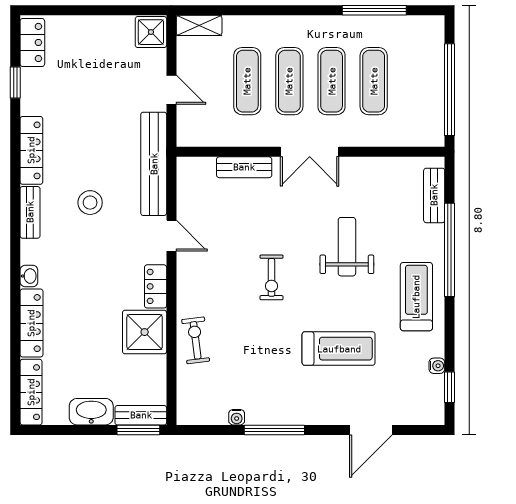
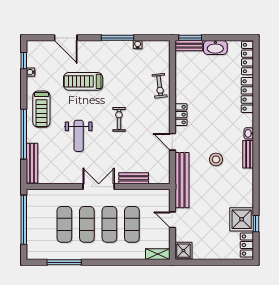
locker: (31, 150) -> (247, 187), removed
bench: (434, 195) -> (32, 163), width x1.36
washbasin: (29, 276) -> (249, 133), moved
shower: (145, 332) -> (242, 219), moved
door: (371, 430) -> (66, 38), swing flipped

